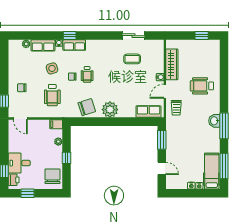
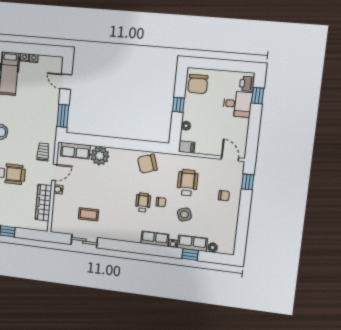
window: (70, 36) -> (190, 255), moved
plant: (110, 110) -> (100, 156), moved
window: (28, 193) -> (231, 66), removed

